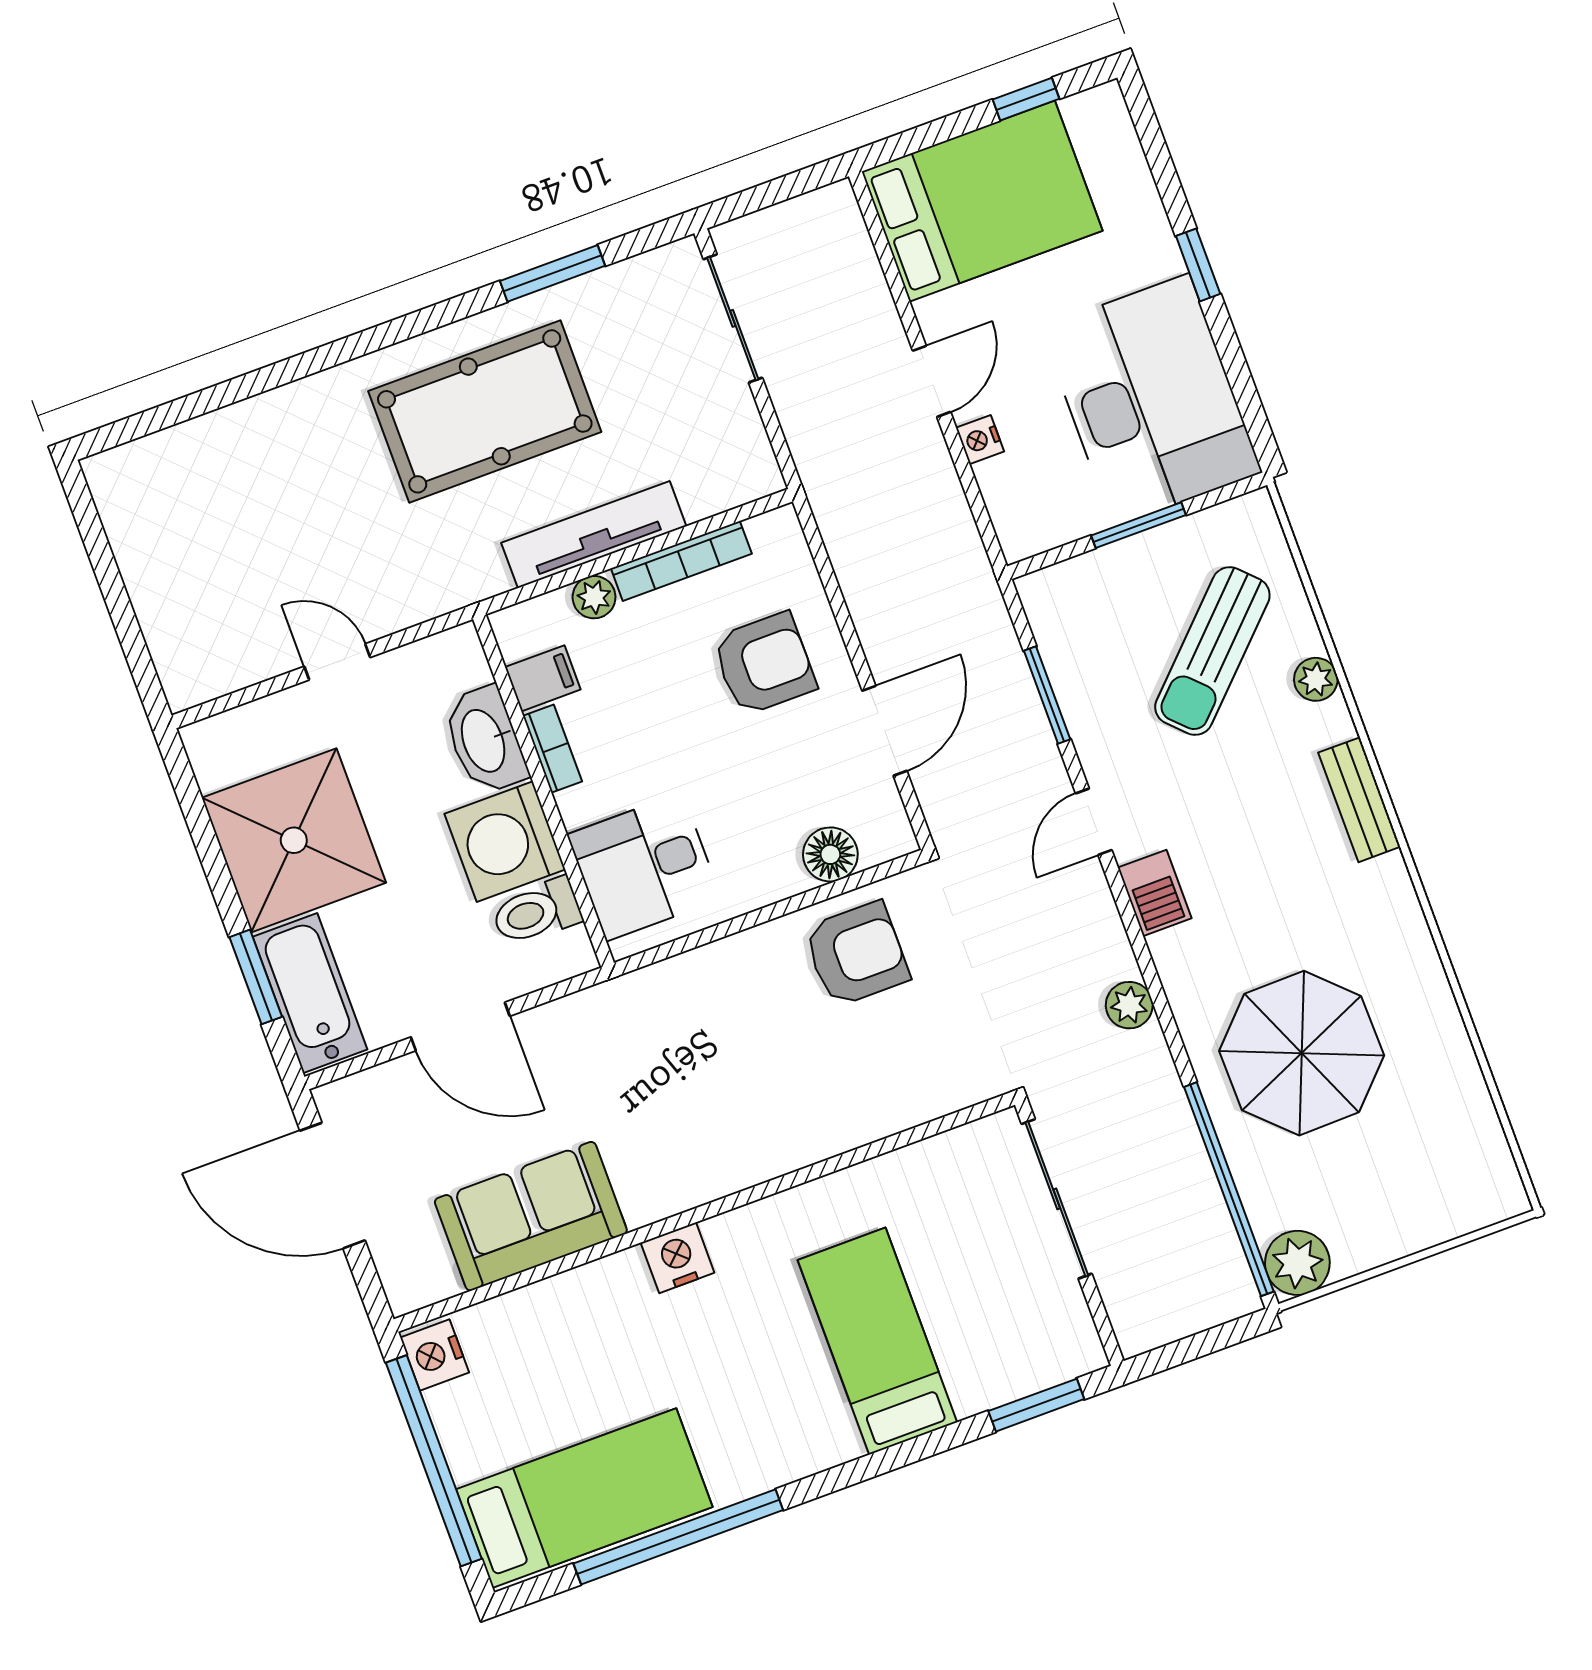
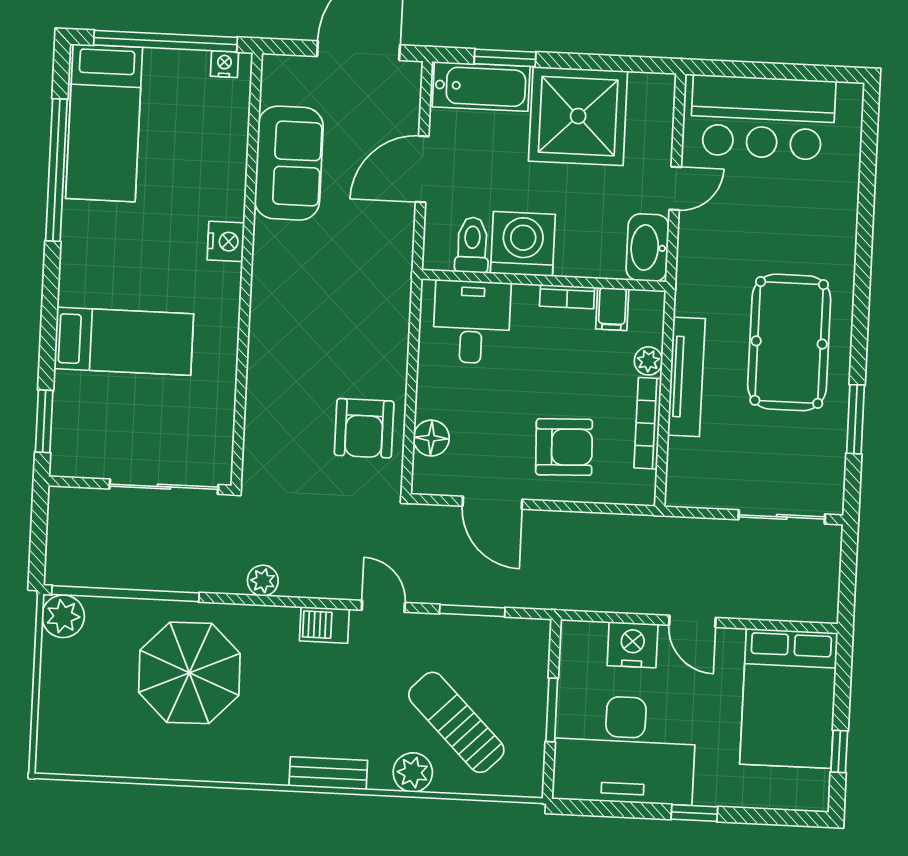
nightstand: (980, 440) -> (633, 645), width x1.89, depth x1.79
bar counter: (186, 582) -> (763, 117), added
armchair: (764, 664) -> (564, 447), turned -92
plant: (1316, 679) -> (413, 772), width x1.38, depth x1.38
washbasin: (485, 740) -> (648, 248), moved, turned -90
nightstand: (435, 1355) -> (224, 64), width x0.72, depth x0.74

